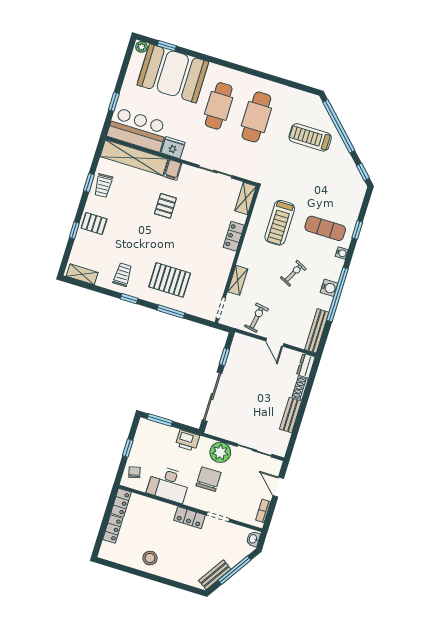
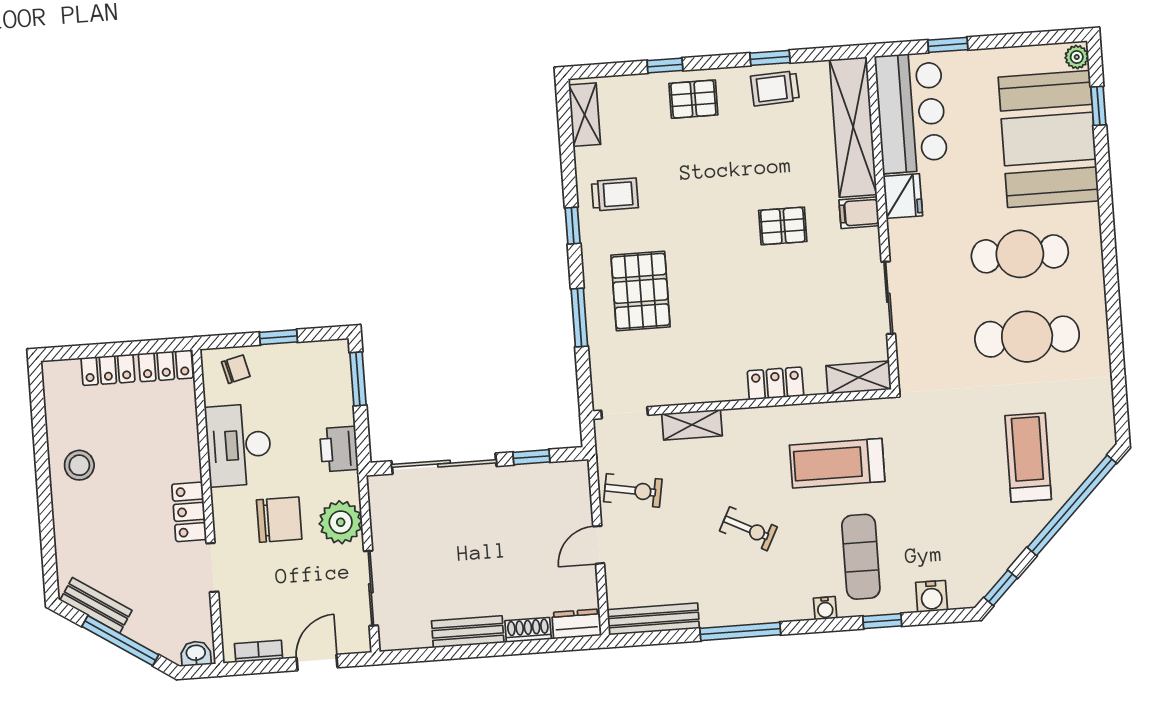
pallet: (94, 224) -> (693, 99), turned 90
water cooler: (329, 288) -> (932, 596), moved
window: (337, 295) -> (740, 631), width x0.68

